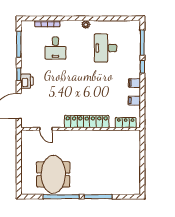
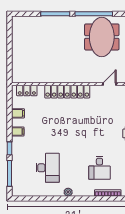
desk: (55, 48) -> (99, 168), turned 180
door: (46, 129) -> (109, 84), hinge flipped

